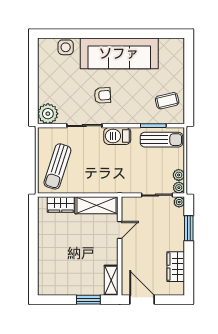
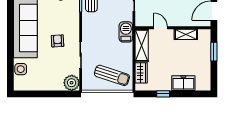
barbecue: (117, 136) -> (126, 32), moved, turned 180
window: (33, 233) -> (163, 94), added
freezer: (47, 260) -> (183, 83), added
shelving: (111, 280) -> (186, 34), moved

